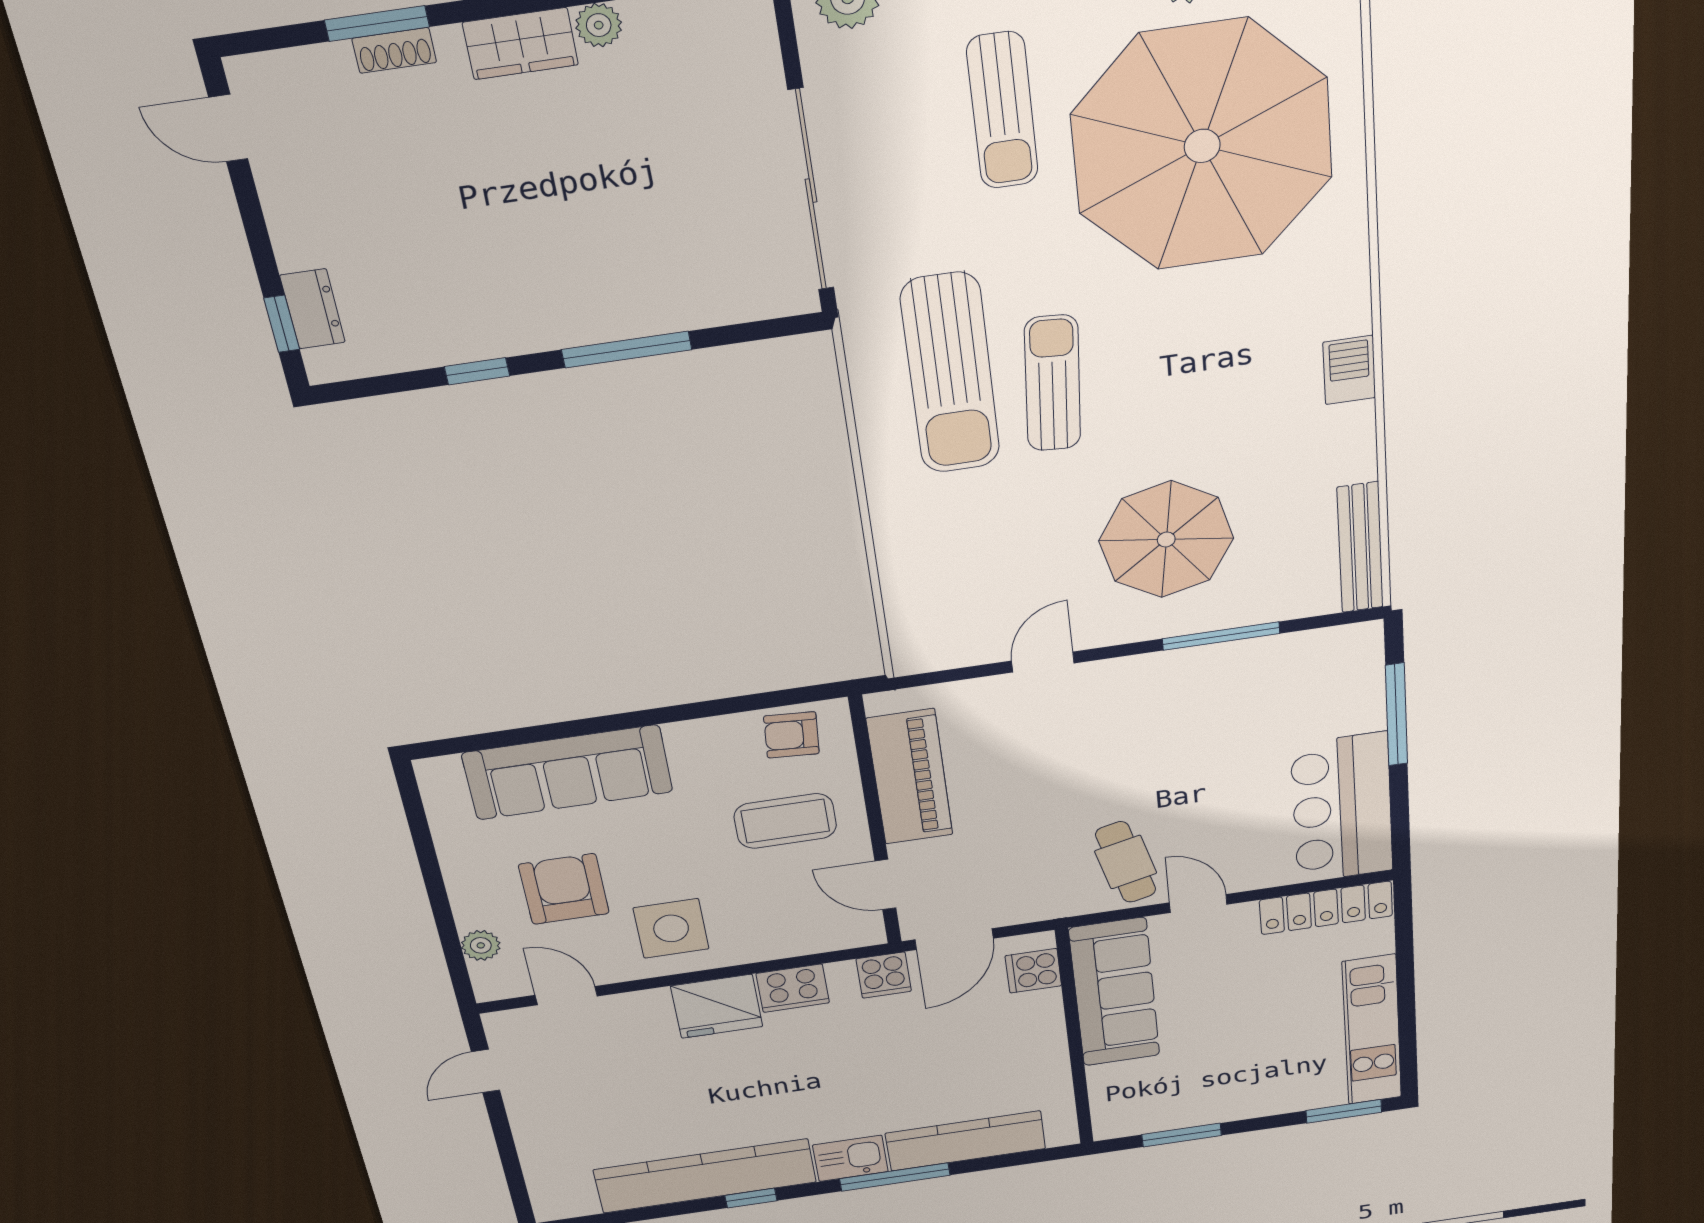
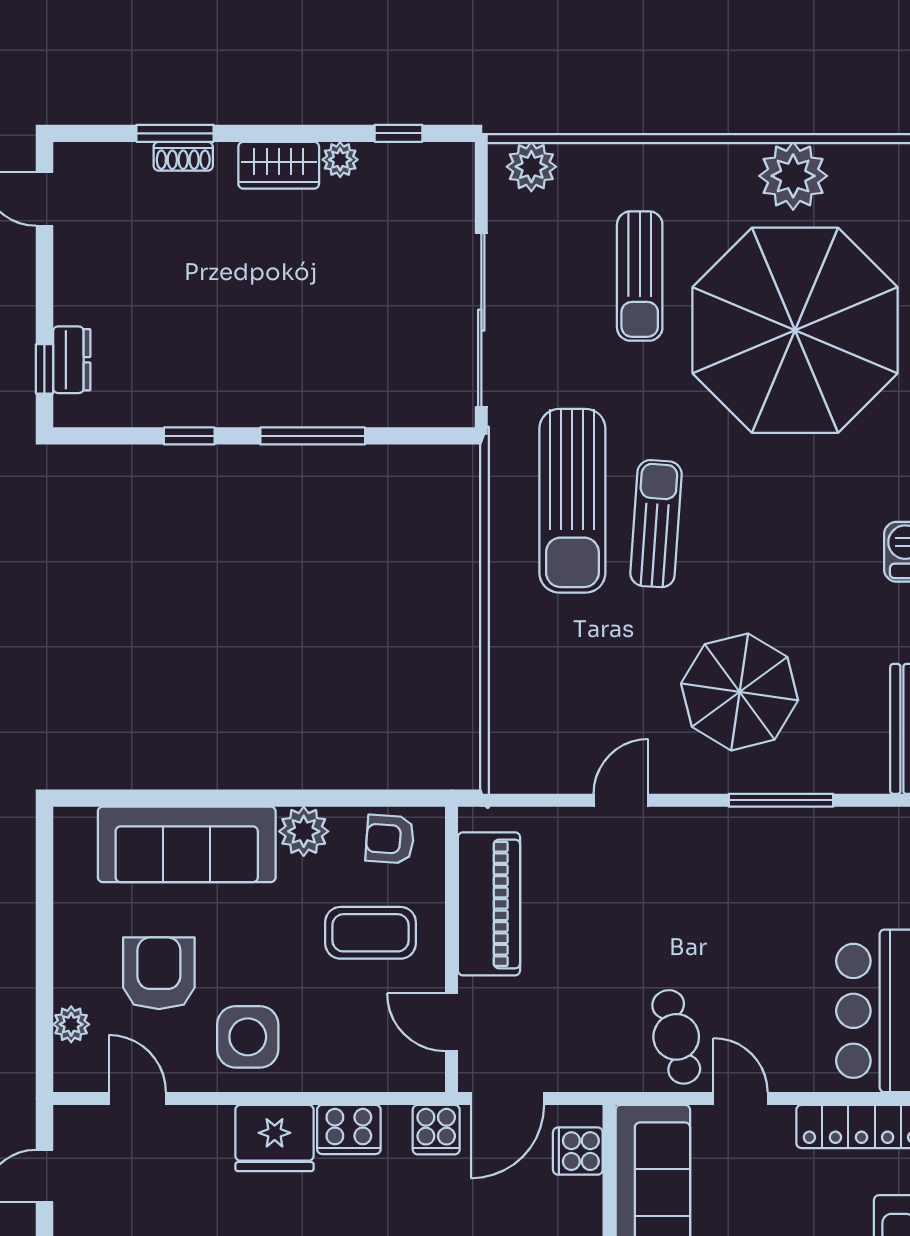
plant: (695, 742) -> (304, 831), added

